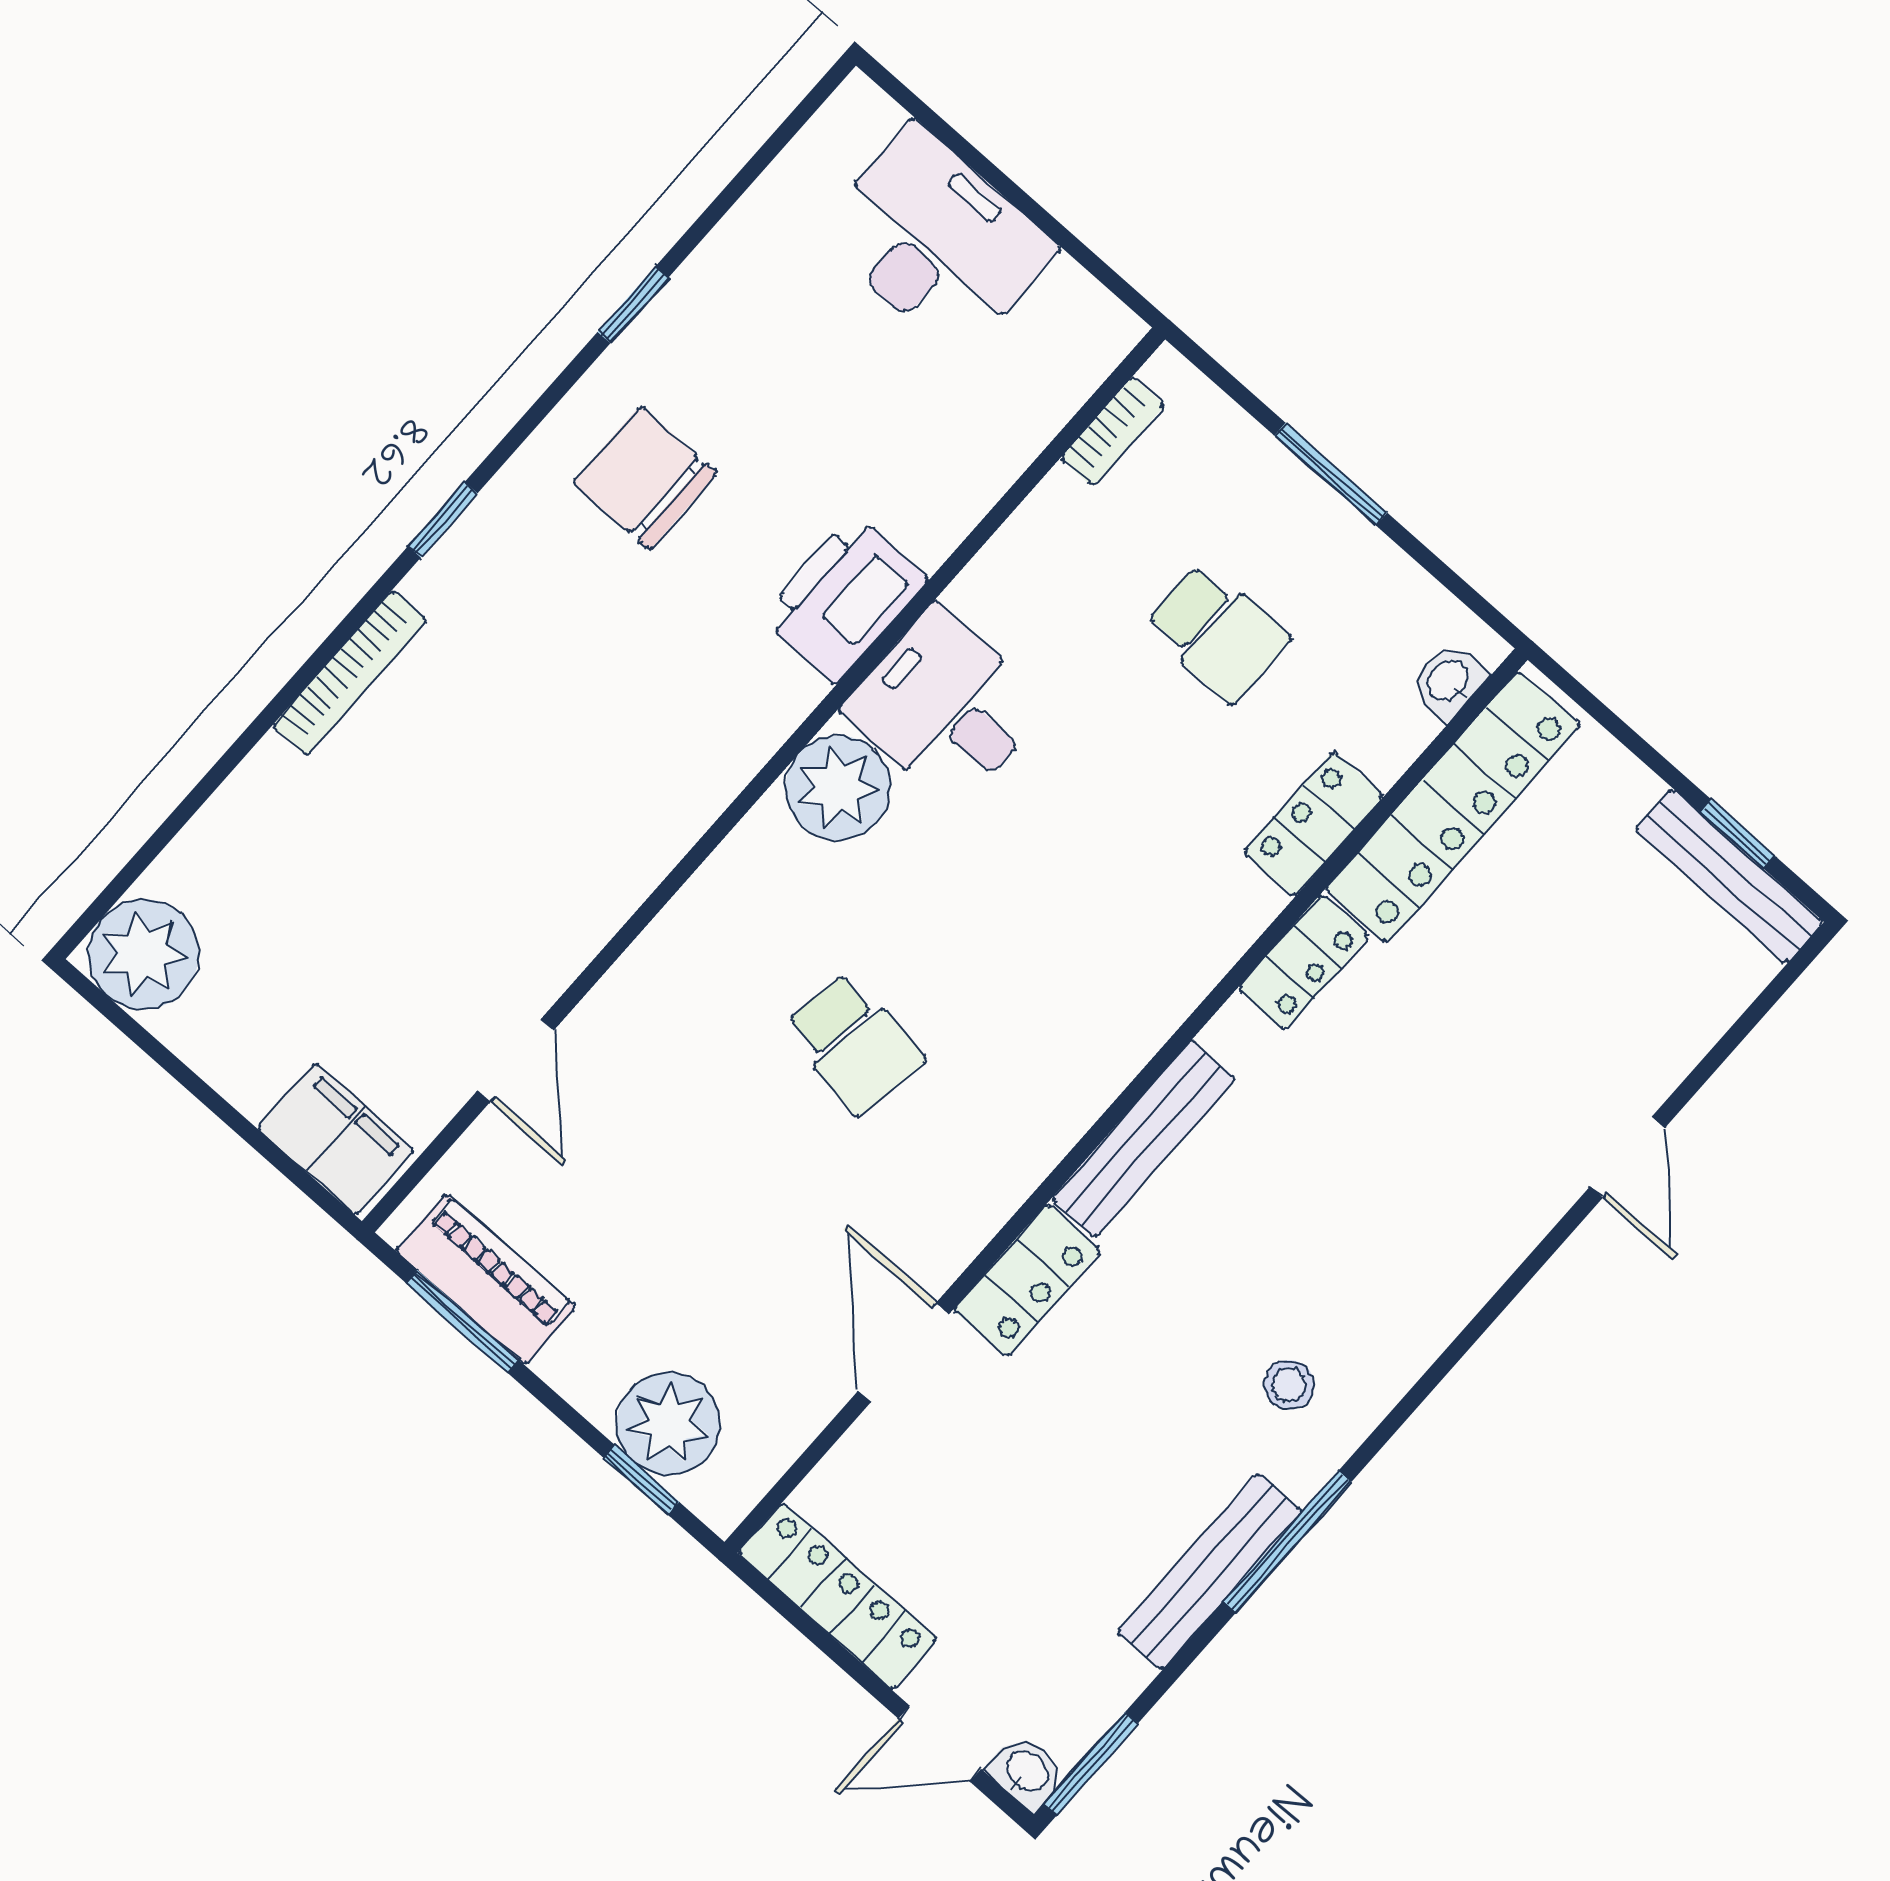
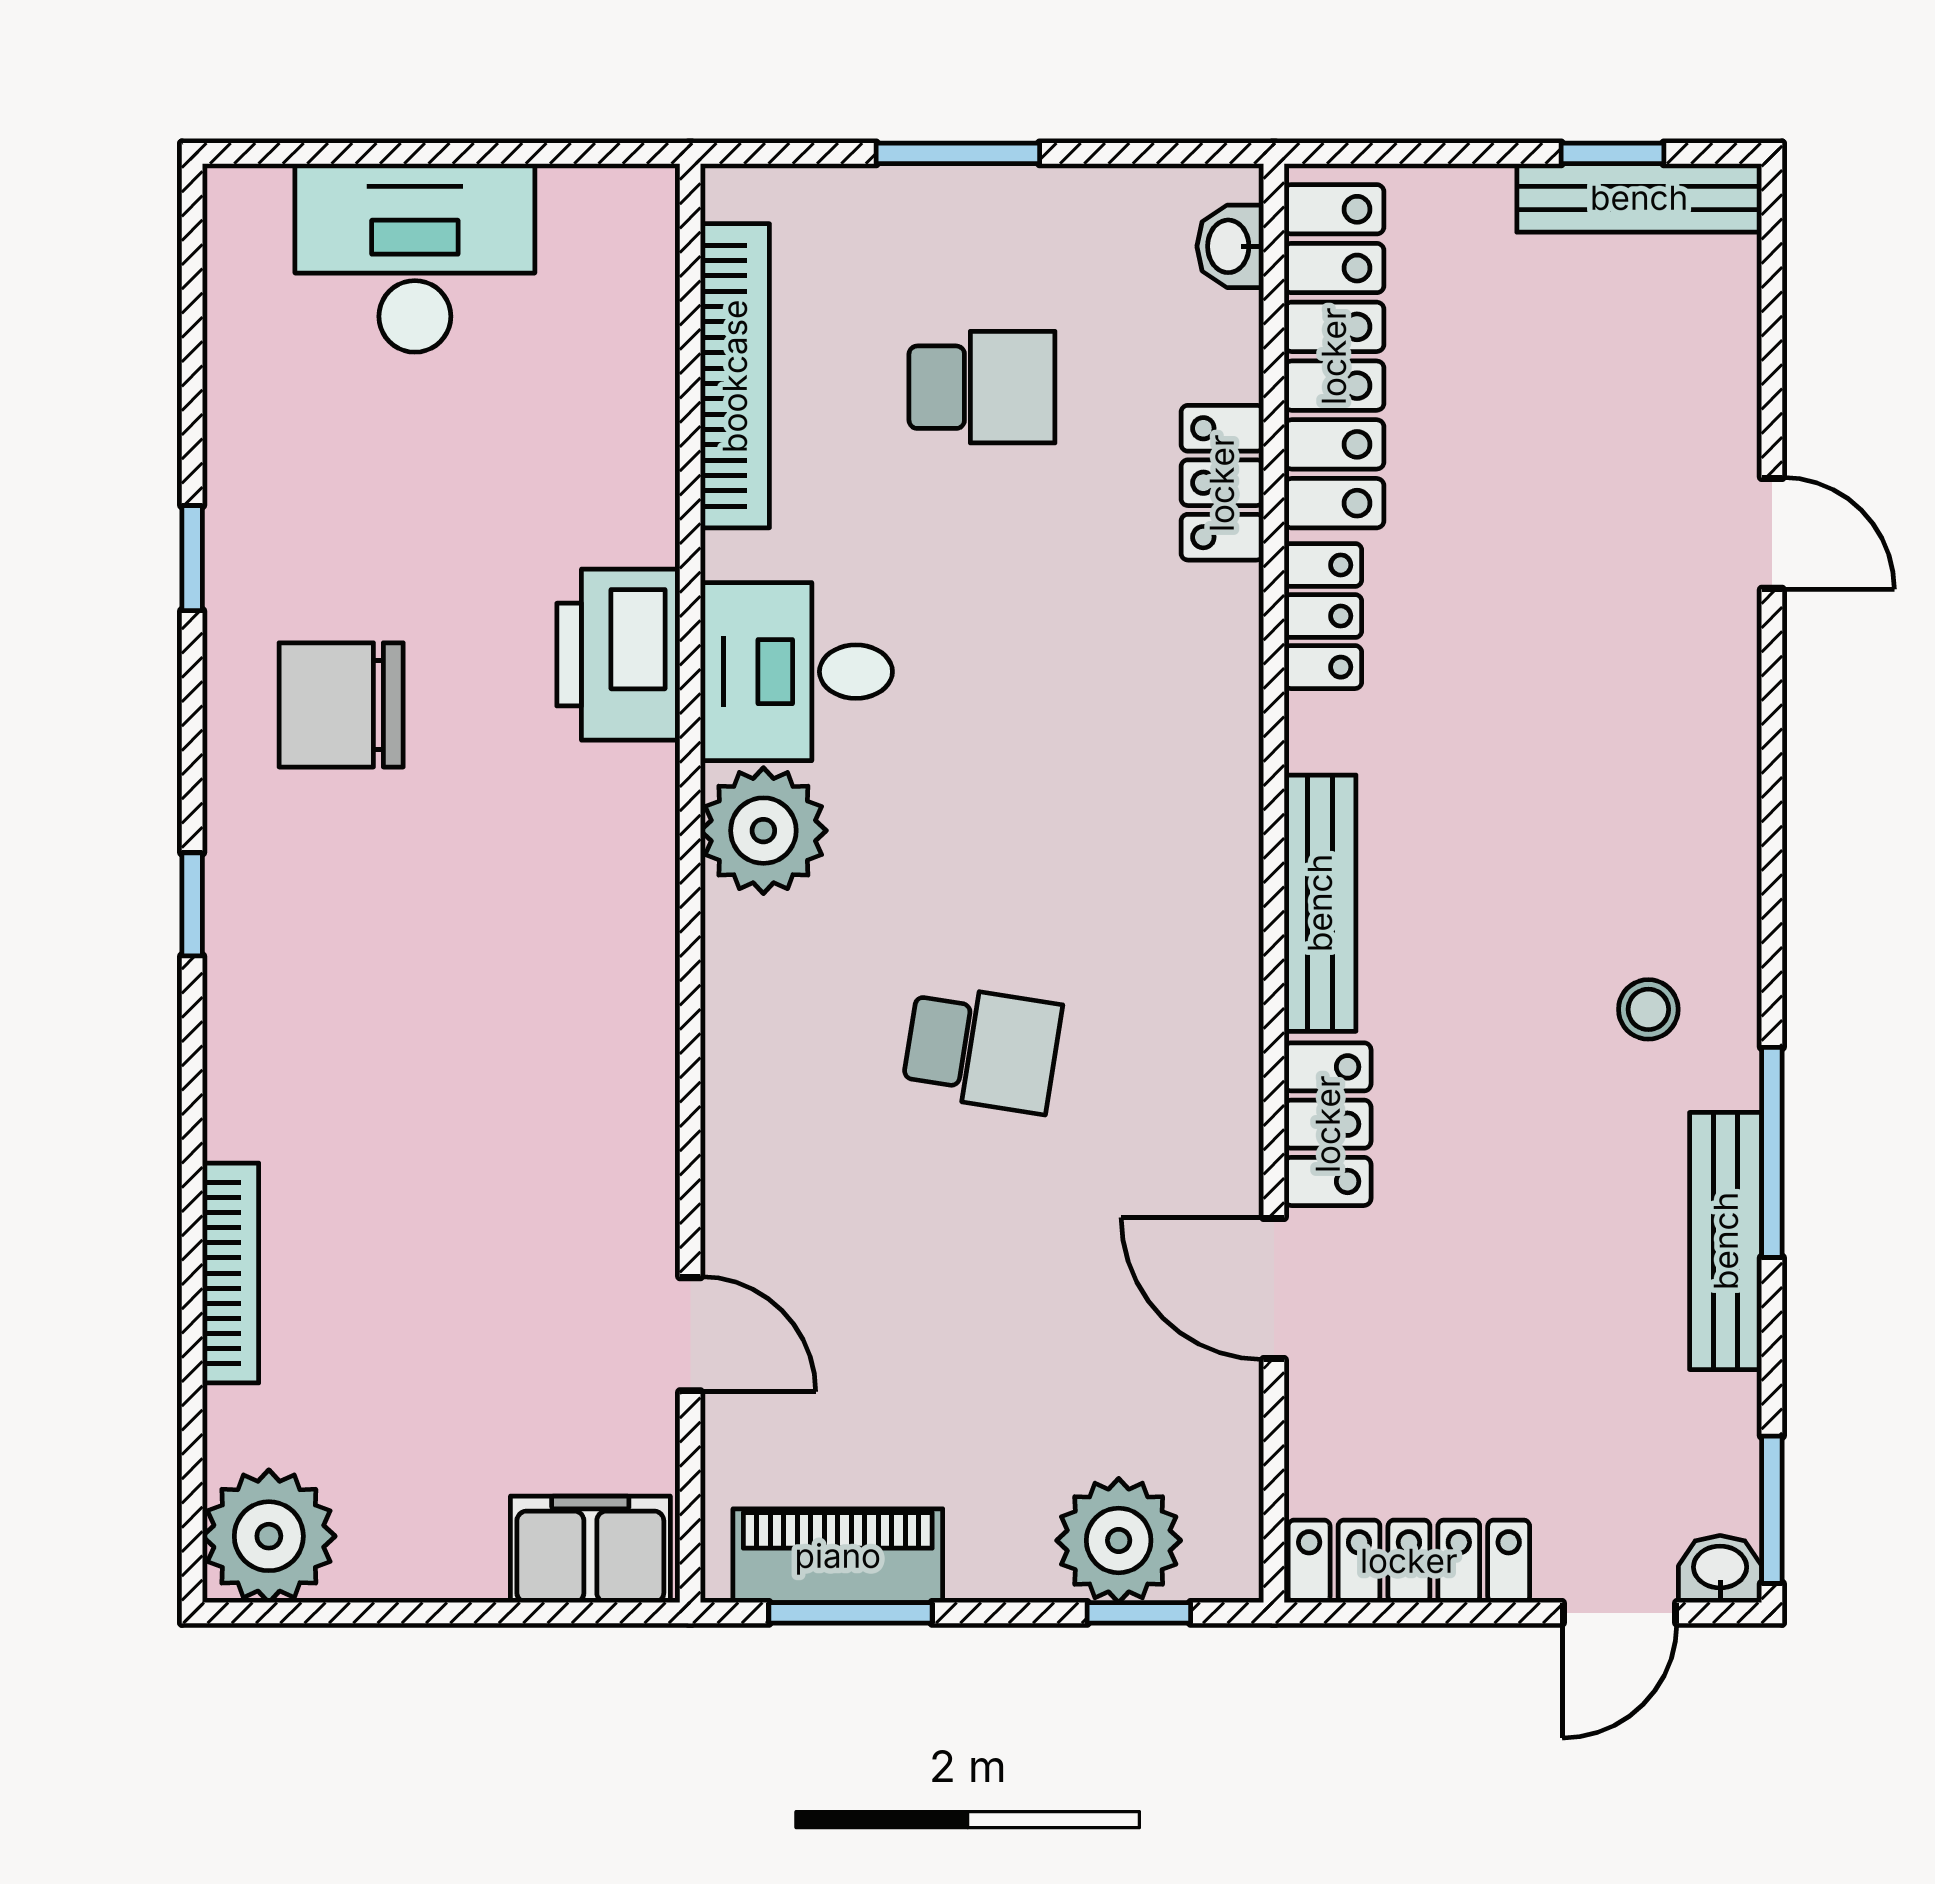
bookcase: (1112, 432) -> (735, 376), width x2.31, depth x1.31
bookcase: (350, 673) -> (231, 1273), moved

